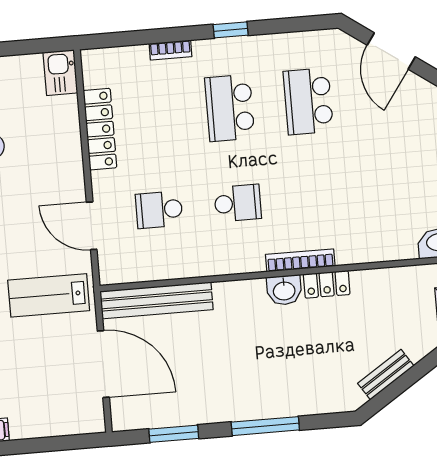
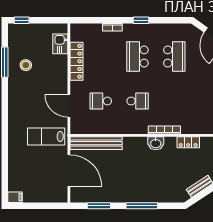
kitchen sink: (60, 73) -> (60, 44), moved
school desk: (308, 101) -> (174, 56), turned 180
locker: (327, 284) -> (188, 142), moved

